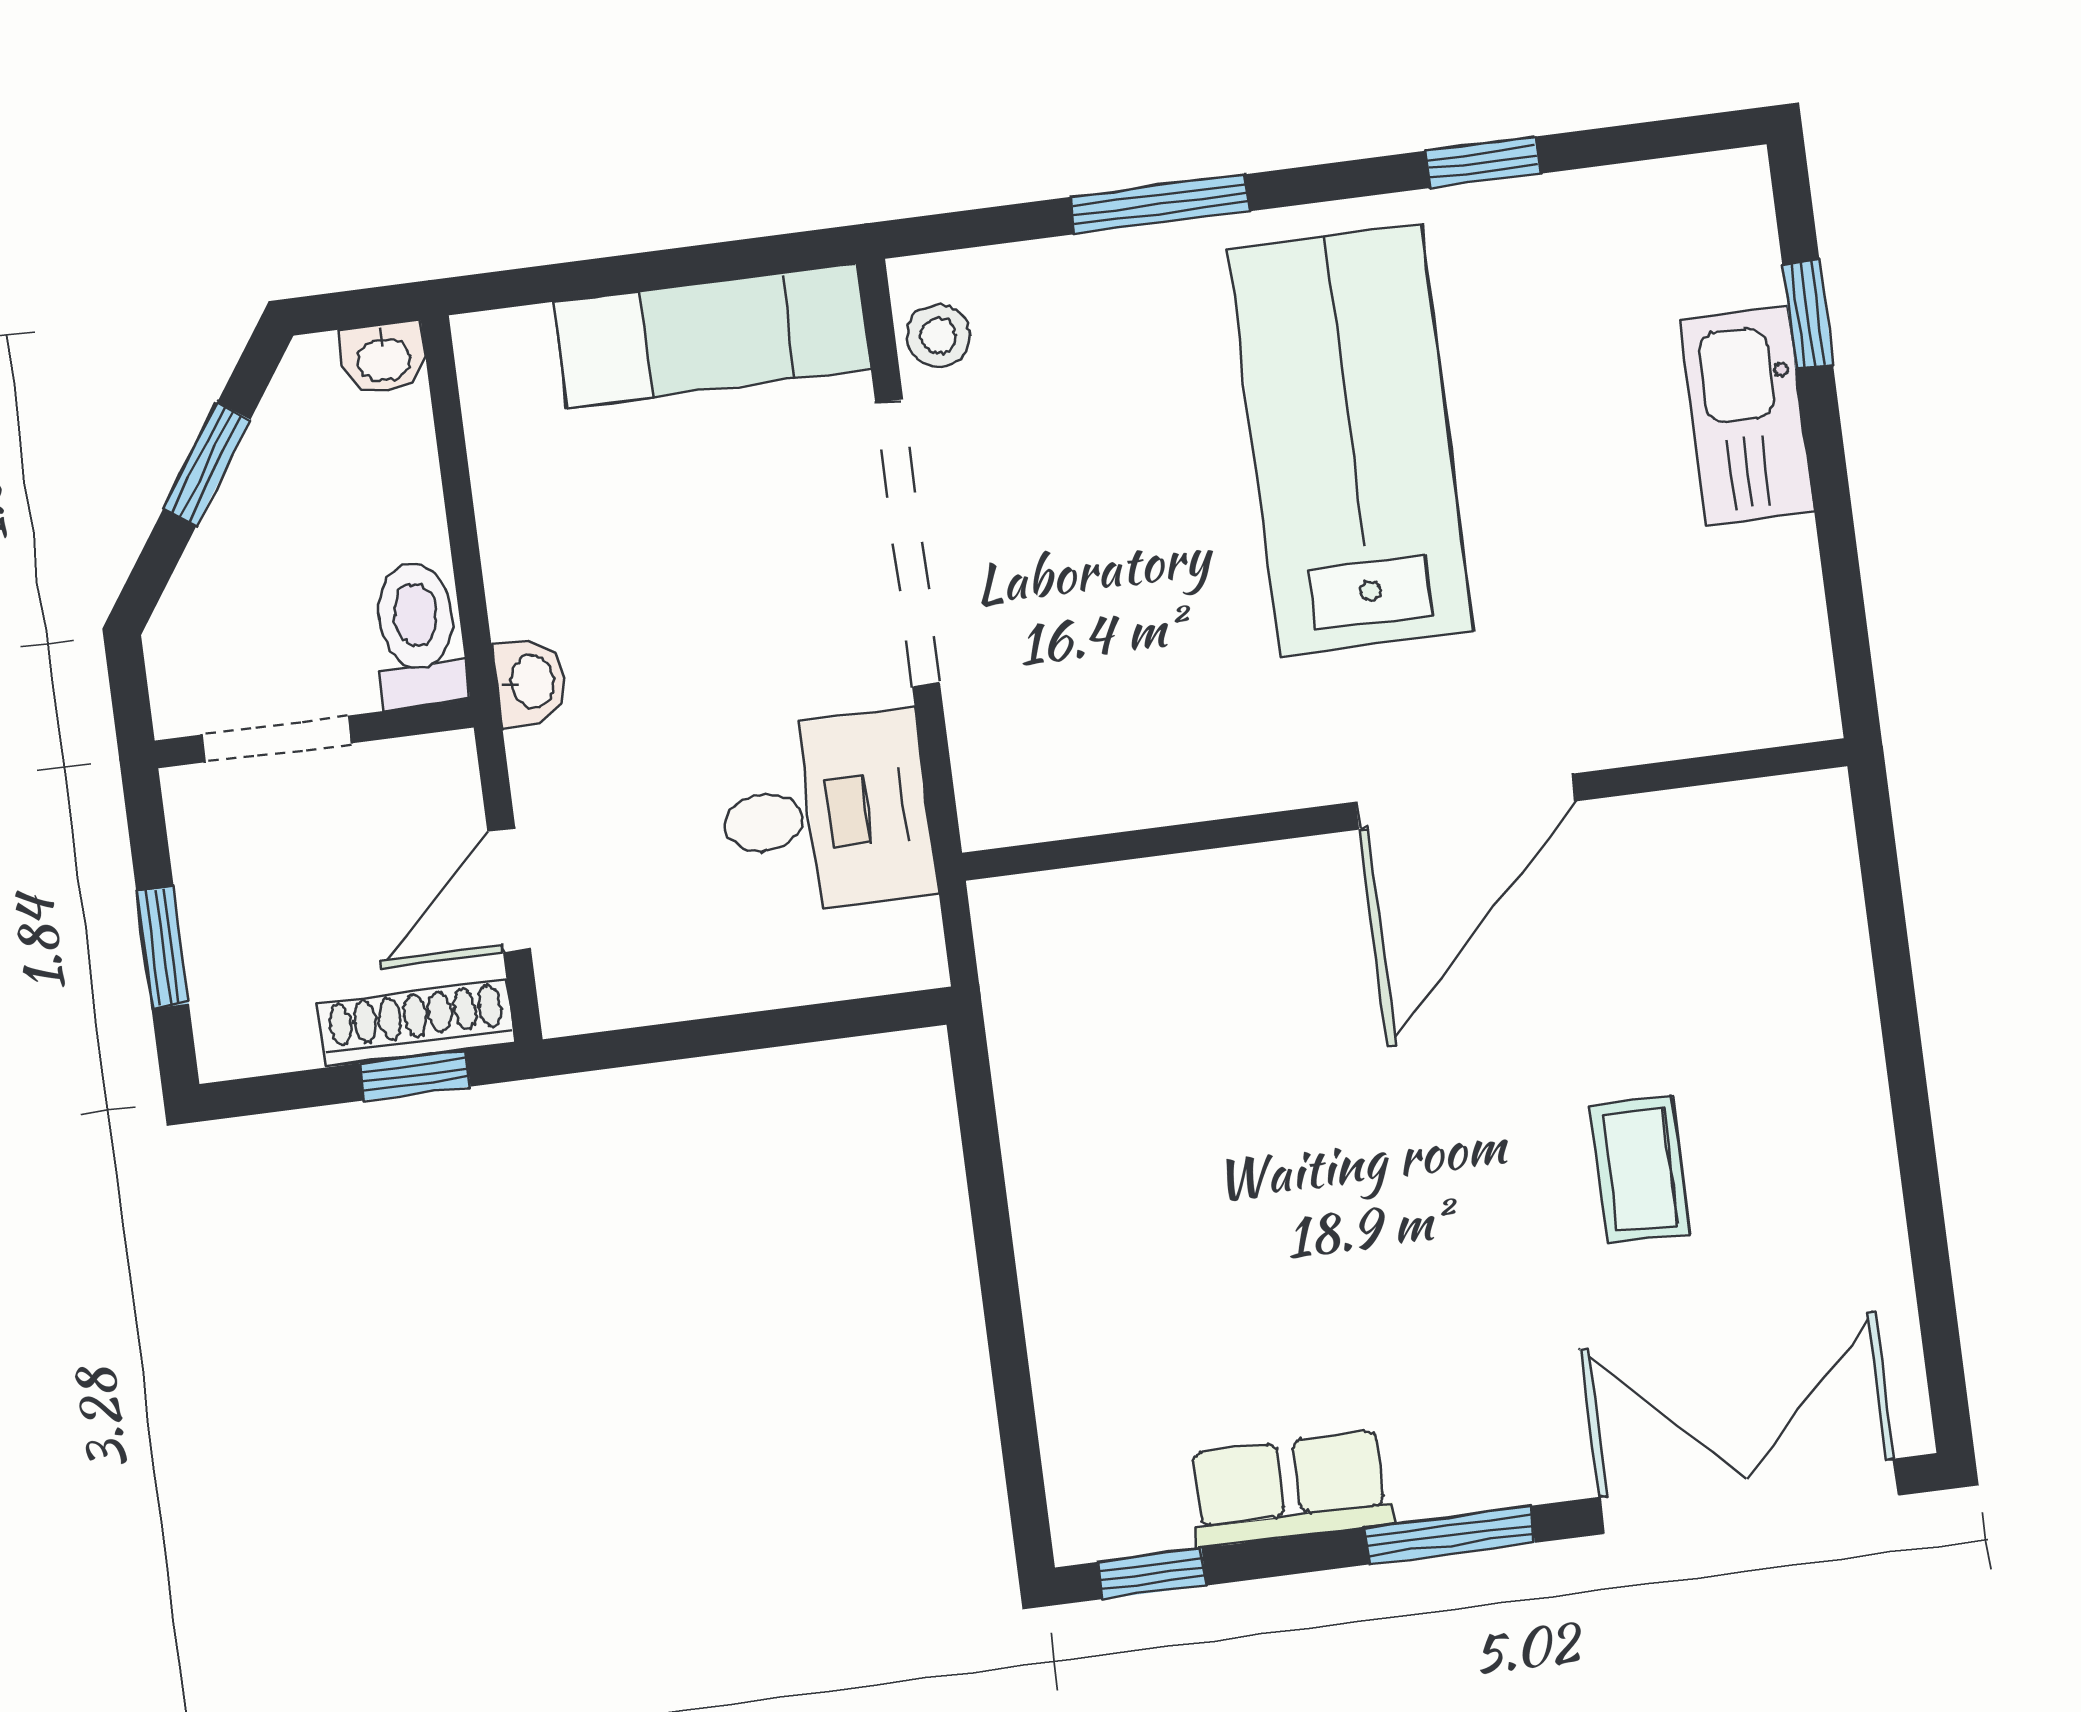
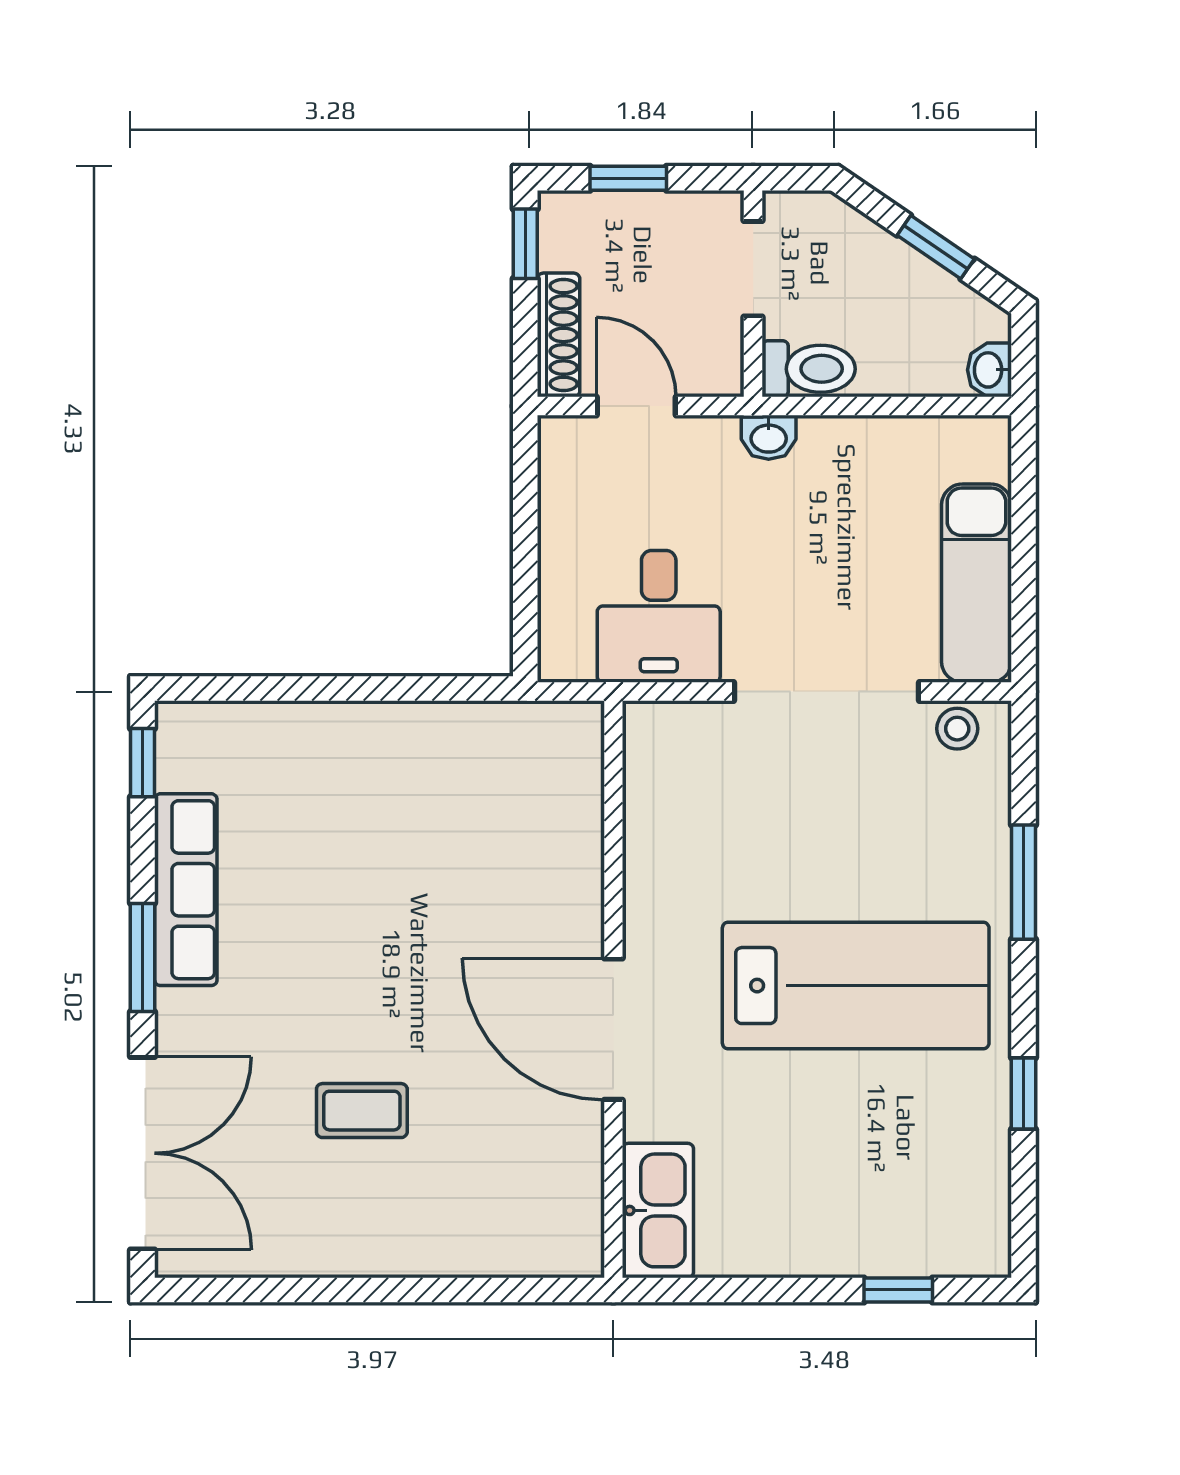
kitchen sink: (1747, 416) -> (658, 1210), moved, turned 90
window: (415, 1075) -> (525, 244), moved
row of seats: (1290, 1489) -> (186, 890), width x1.48

